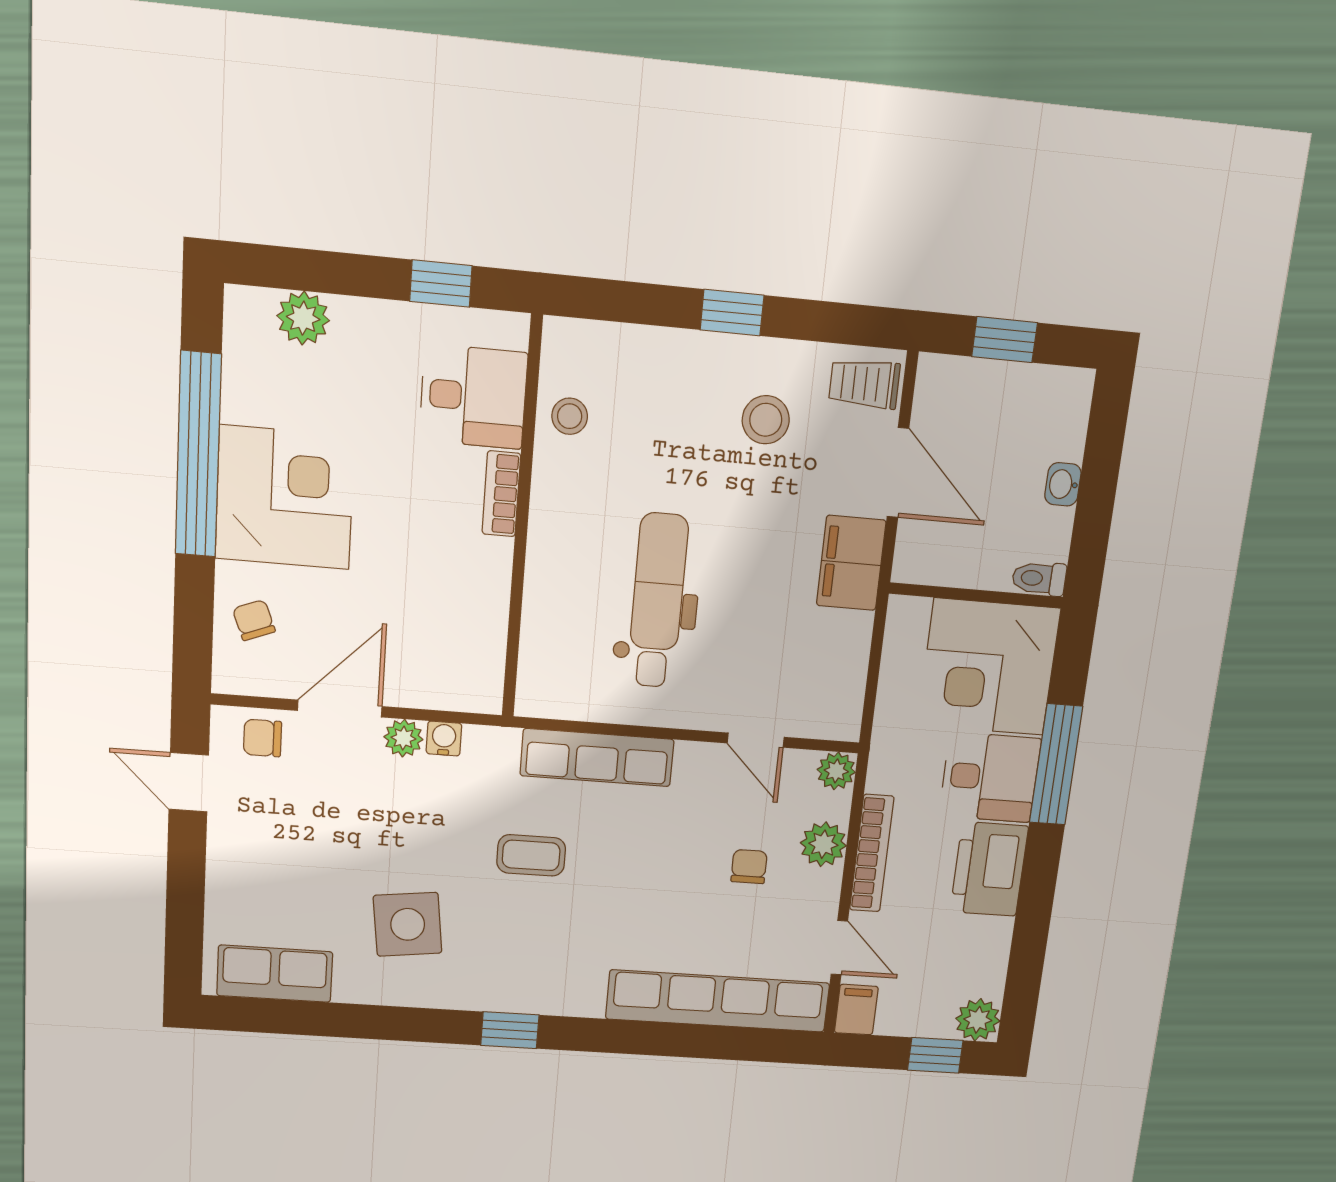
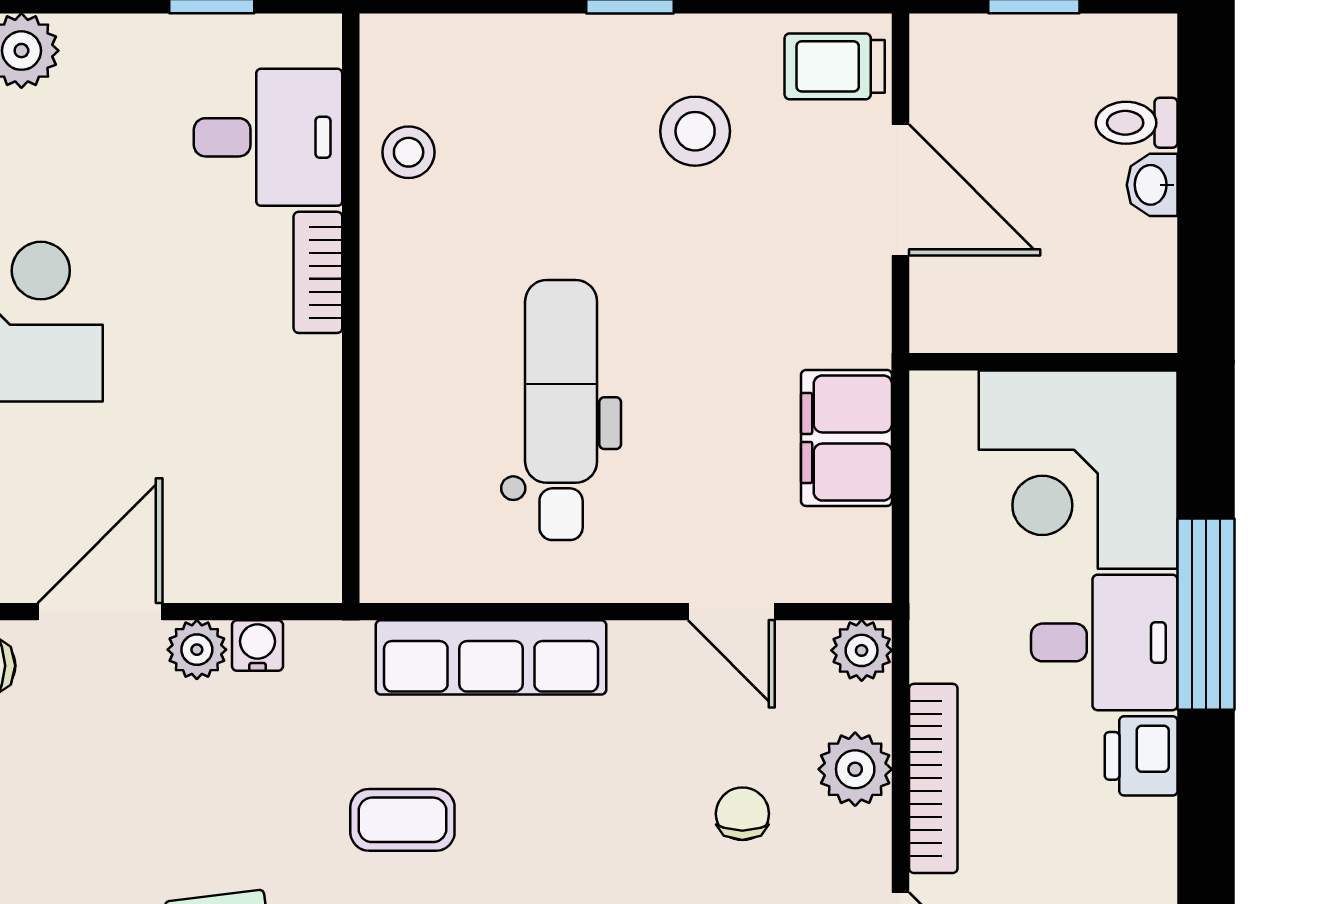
filing cabinet: (851, 563) -> (846, 438), moved
toilet: (1039, 578) -> (1137, 123), moved
printer: (989, 869) -> (1141, 756), width x0.53, depth x0.68

